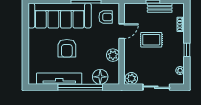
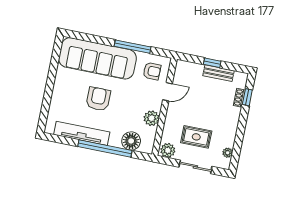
rug: (151, 40) -> (196, 137), moved
armchair: (67, 48) -> (98, 99), turned 180
window: (187, 50) -> (247, 97), moved

